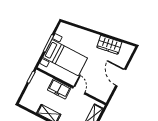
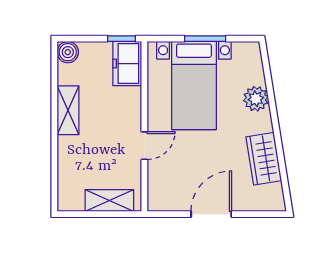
plant: (83, 35) -> (256, 99), added
freezer: (59, 89) -> (127, 64), moved
boiler: (25, 102) -> (68, 52), added

